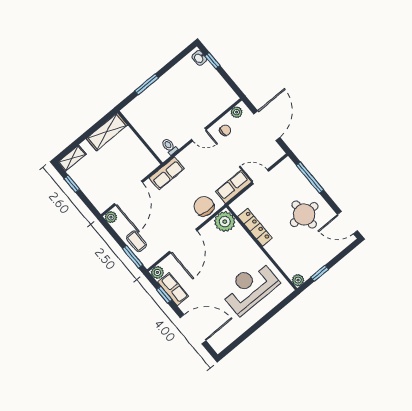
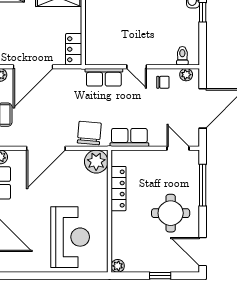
toilet: (169, 146) -> (182, 56), moved
locker: (146, 158) -> (74, 49), added
row of seats: (167, 173) -> (104, 77), moved
door: (260, 177) -> (178, 148), moved
window: (320, 273) -> (160, 276), moved
reception desk: (250, 287) -> (70, 237), turned 90

